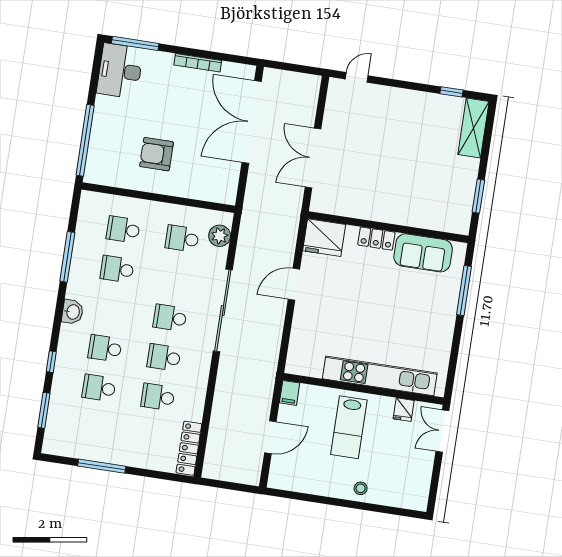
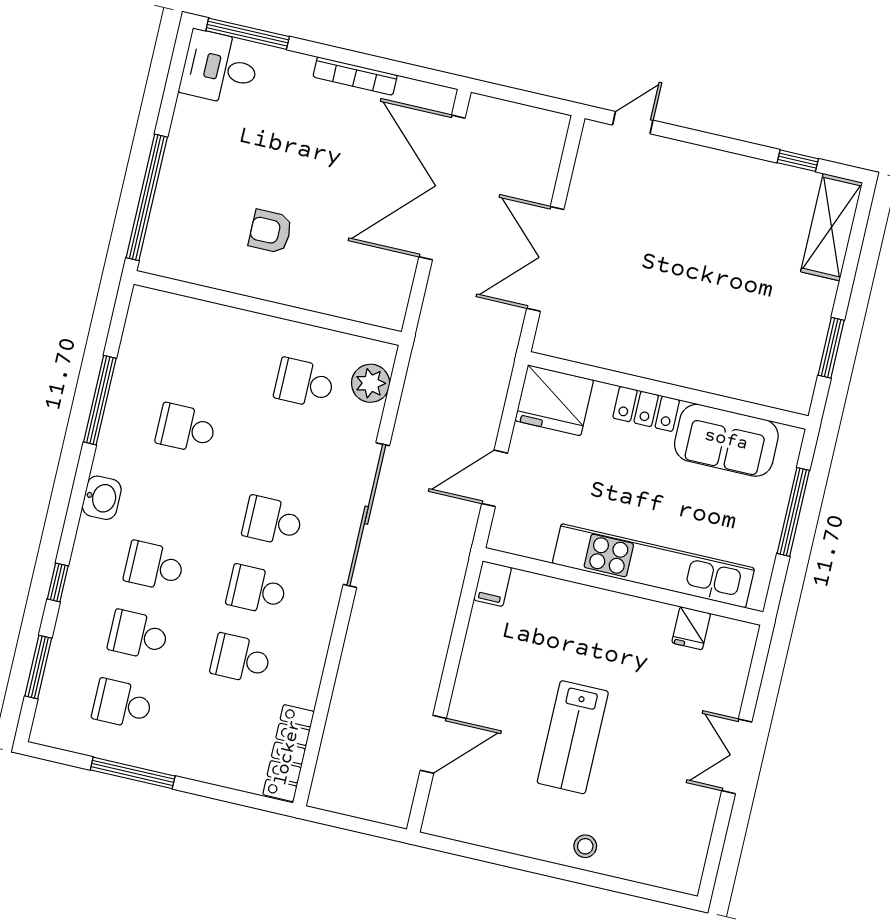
desk: (120, 71) -> (220, 68), width x0.73
armchair: (157, 154) -> (270, 231), width x0.72, depth x0.72
school desk: (123, 229) -> (122, 704), moved
kitchen unit: (380, 376) -> (653, 566), moved
wall: (363, 389) -> (623, 586), moved
filing cabinet: (290, 393) -> (493, 584), moved
fridge: (404, 410) -> (691, 628), moved

